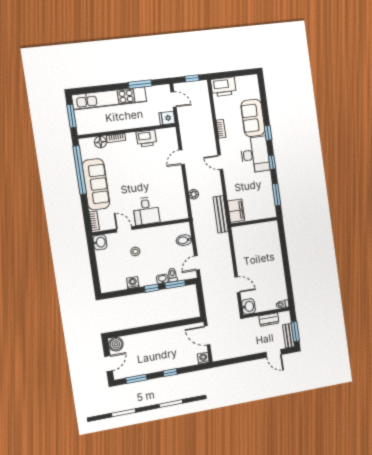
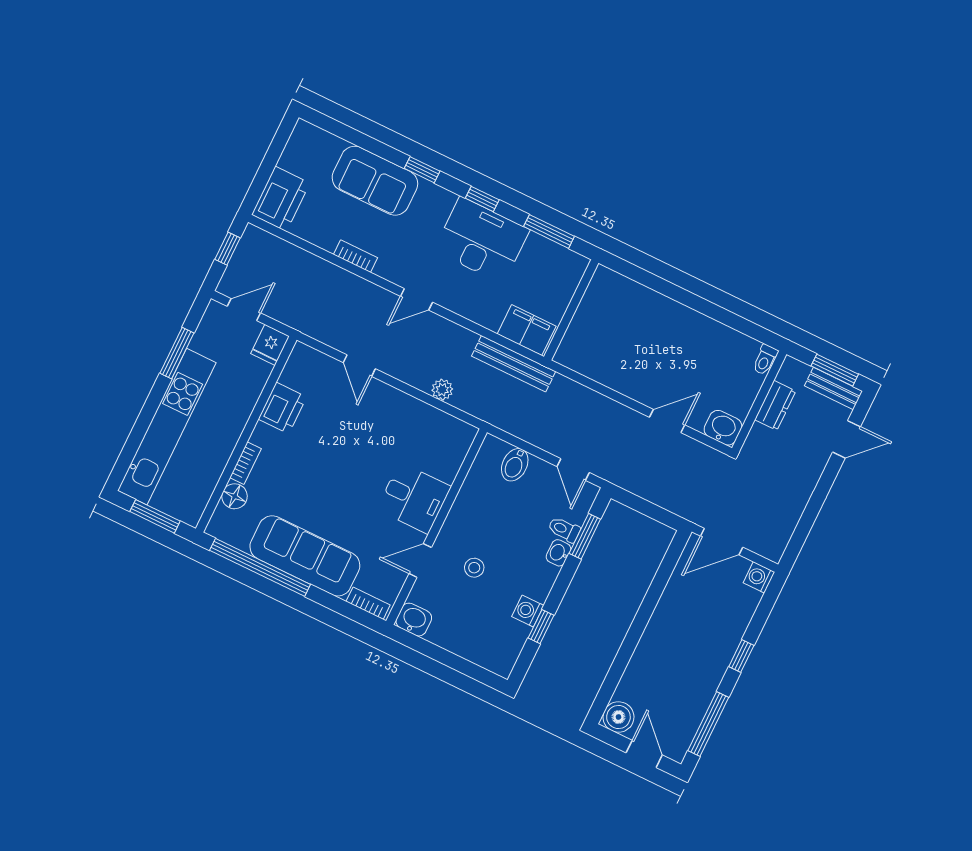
desk: (255, 155) -> (482, 240), moved
window: (152, 288) -> (541, 627), moved
window: (136, 379) -> (708, 724), width x1.44

